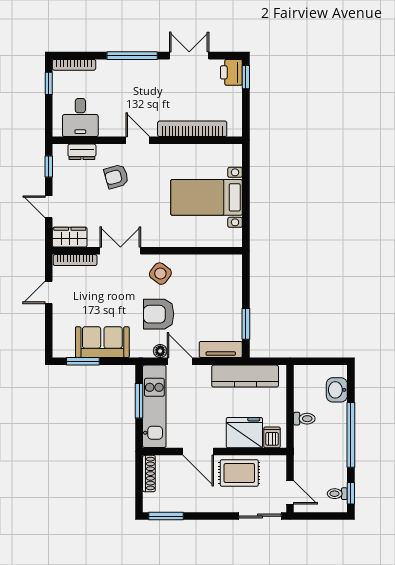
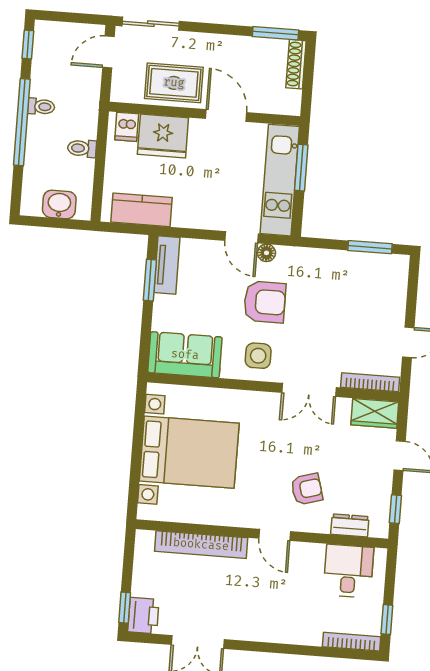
window: (132, 56) -> (274, 648), removed
bed with nightstands: (207, 197) -> (189, 452), width x1.36
side table: (160, 274) -> (258, 356), turned -37
sofa: (102, 342) -> (185, 355), moved, turned 180
tv unit: (221, 349) -> (167, 265), moved, turned -90
kitchen counter: (245, 376) -> (142, 210), width x0.67
washbasin: (337, 390) -> (59, 204), moved, turned -90
window: (139, 401) -> (301, 168), moved
shoe rack: (149, 474) -> (296, 64), moved
door: (290, 492) -> (108, 52), hinge flipped
toilet: (337, 494) -> (41, 107), moved

